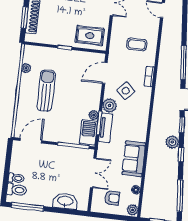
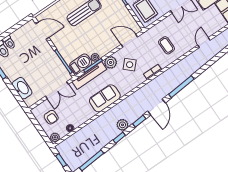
tv unit: (106, 128) -> (89, 75), width x1.41
sofa: (134, 159) -> (105, 98), moved

